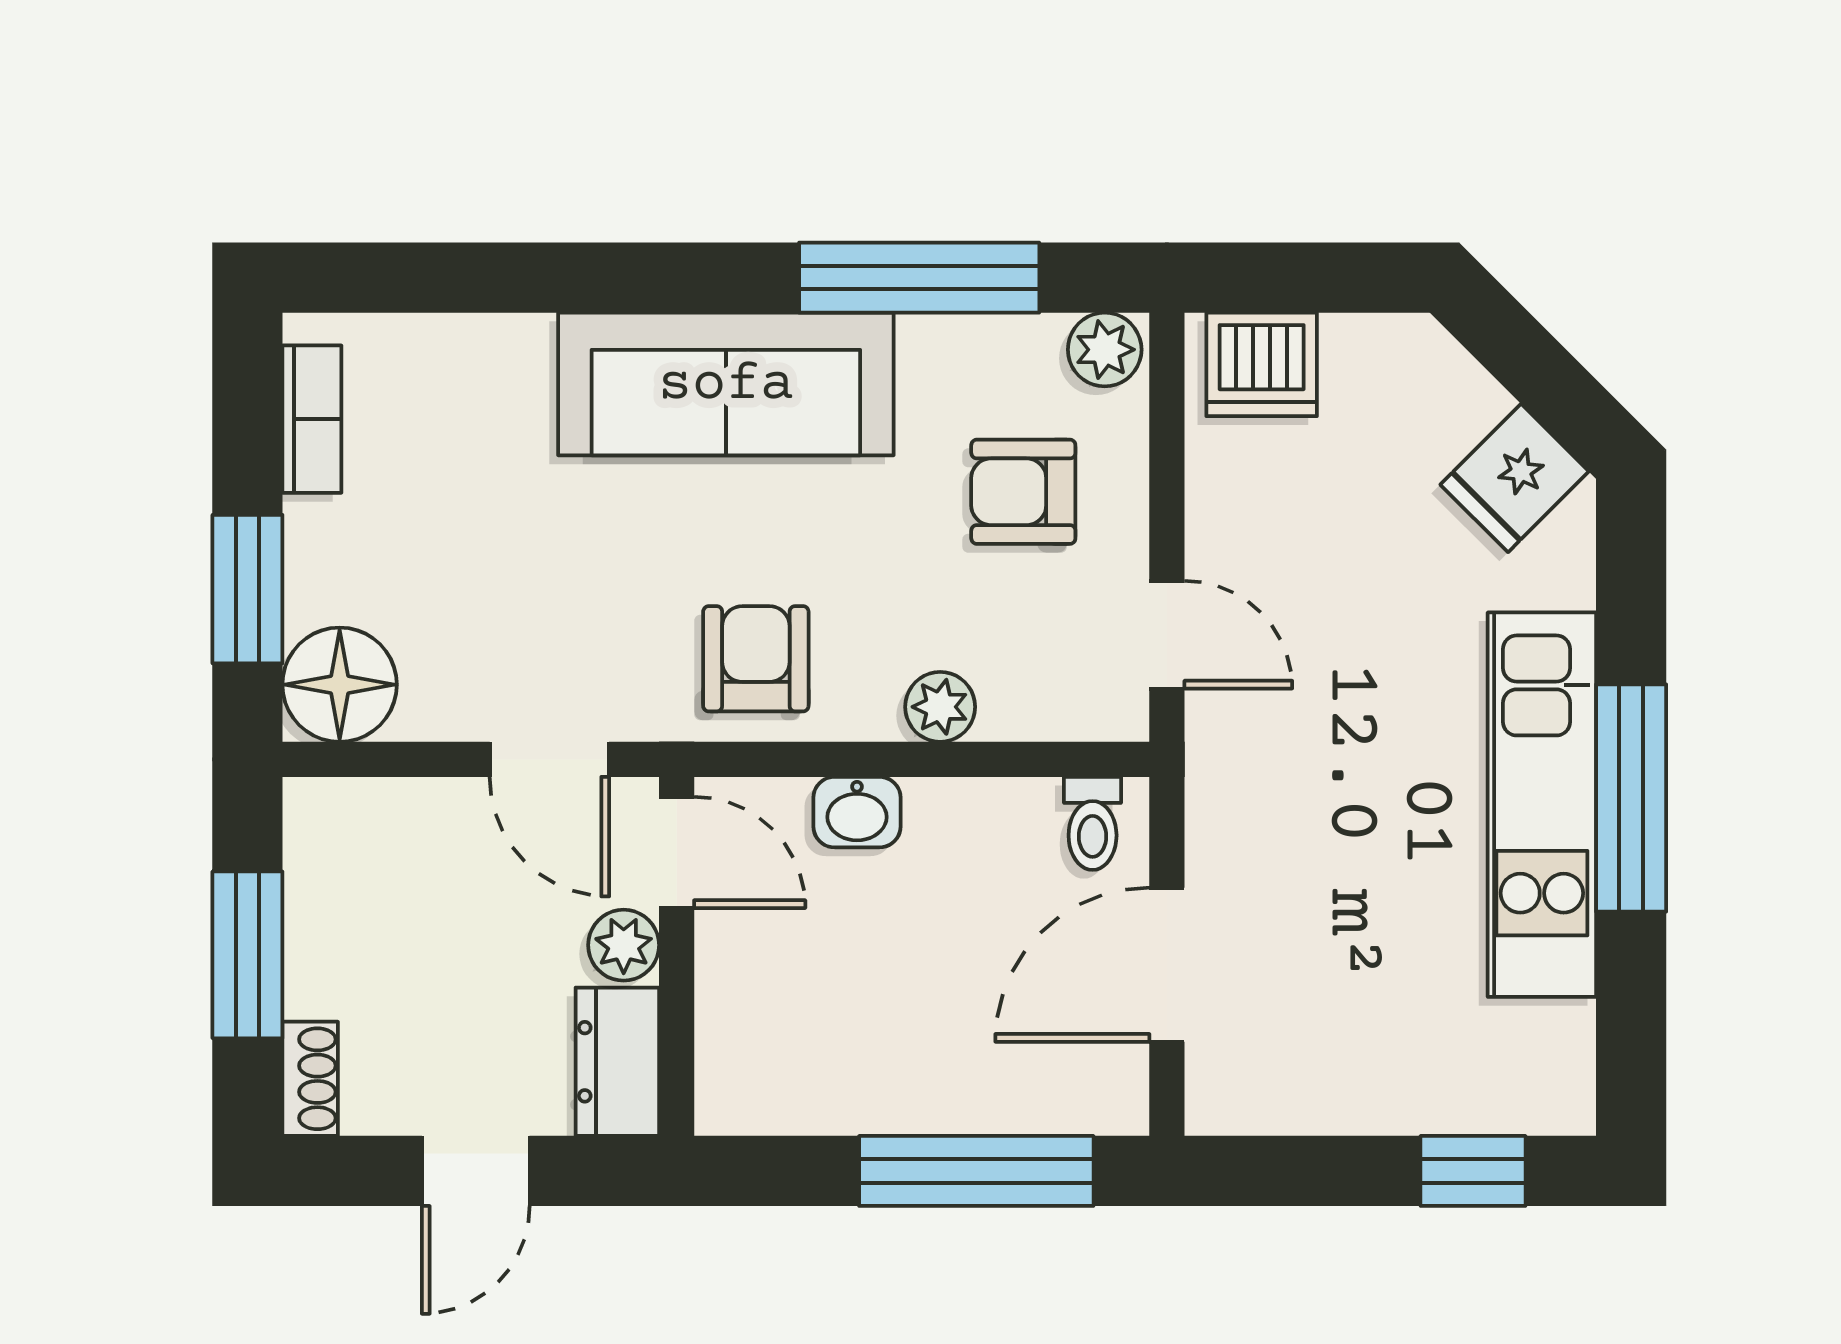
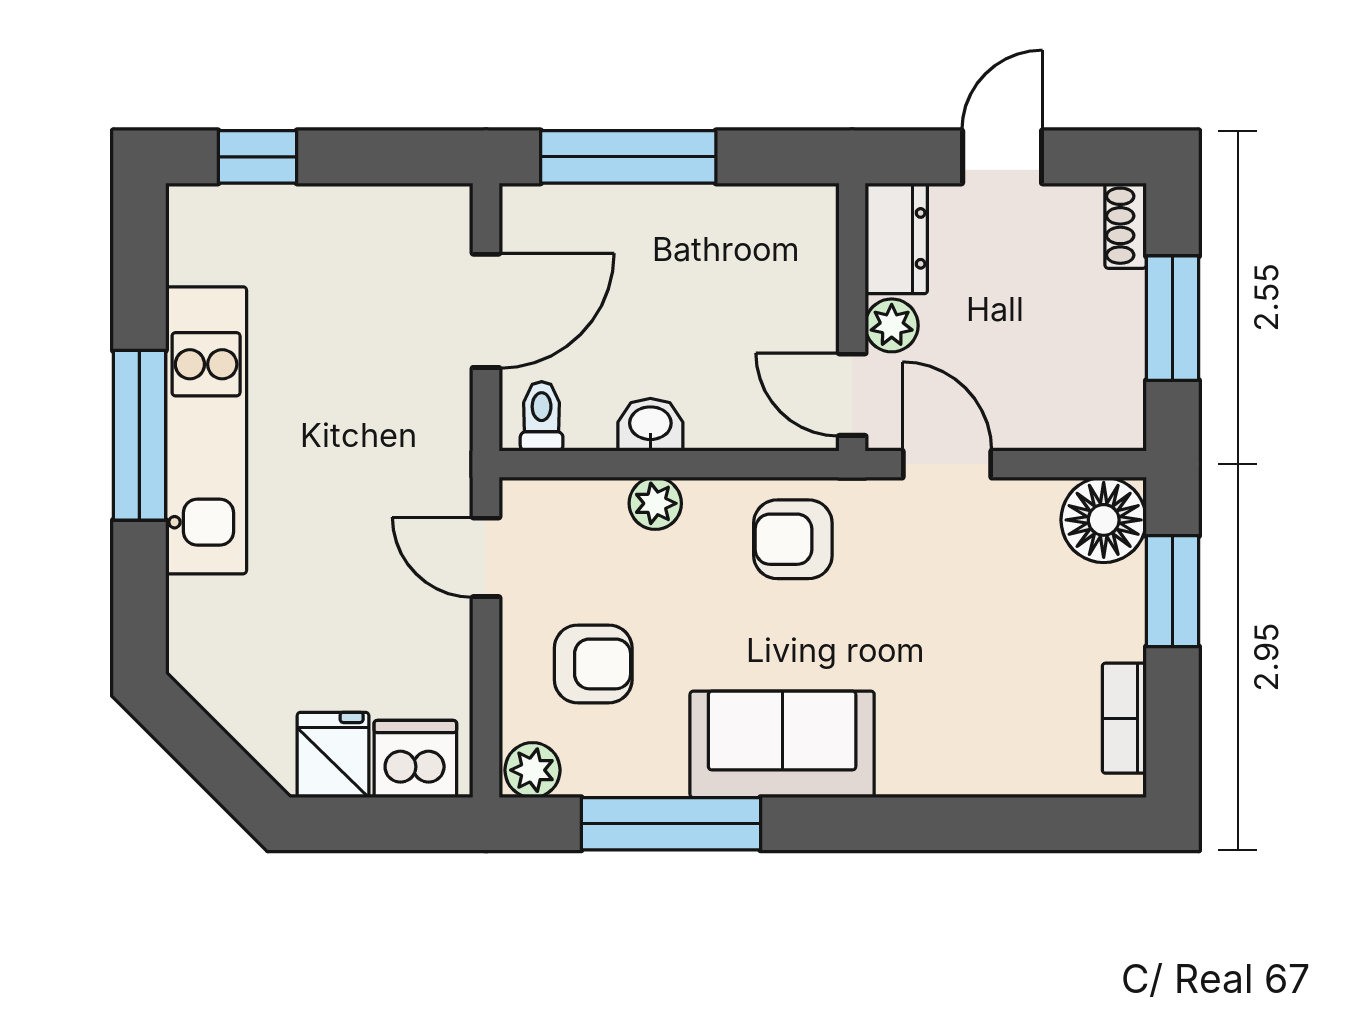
sofa: (726, 384) -> (782, 744), width x0.73
fridge: (1515, 478) -> (333, 755), moved, turned -45
armchair: (756, 659) -> (793, 539), turned 90
washbasin: (857, 812) -> (650, 425), moved

